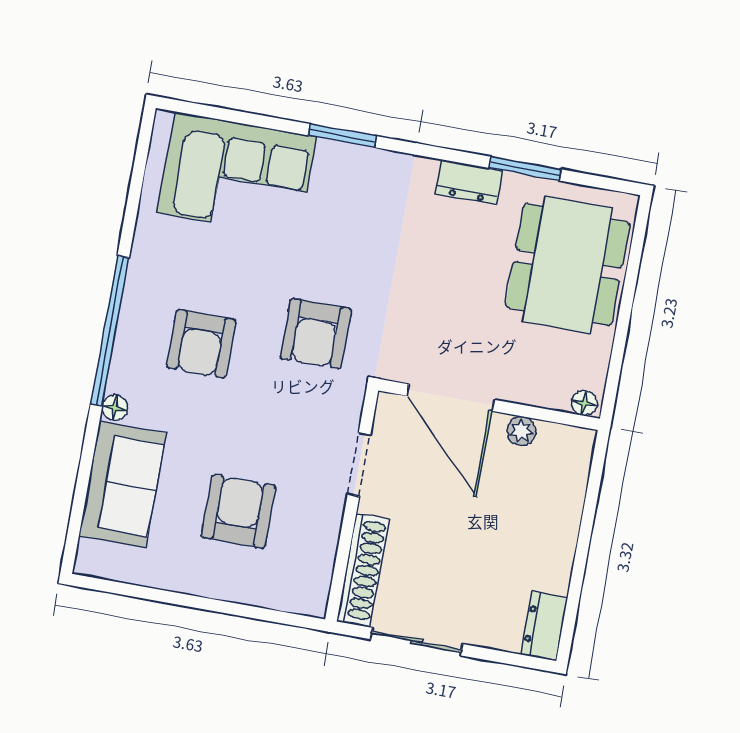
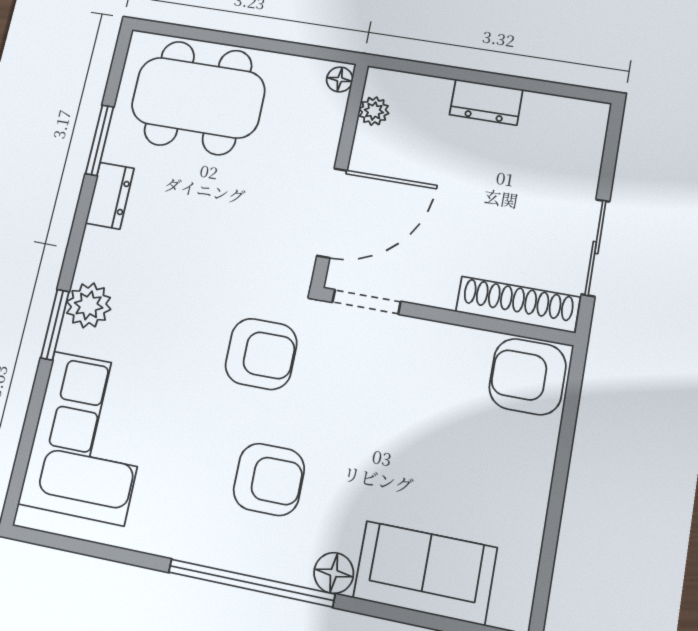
plant: (361, 167) -> (89, 305), added
floor lamp: (115, 408) -> (334, 573), width x1.37, depth x1.37
plant: (521, 431) -> (374, 111), moved
doorway: (359, 465) -> (366, 302), moved
armchair: (239, 511) -> (528, 377), moved
dresser: (544, 626) -> (486, 102), moved

